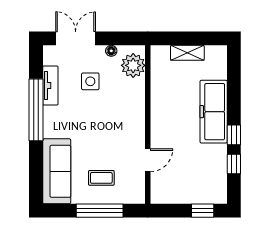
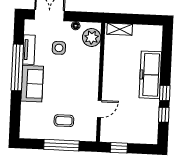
shelving: (187, 53) -> (120, 29), moved
sofa: (57, 171) -> (32, 84), moved, width x0.73
window: (203, 211) -> (119, 148), moved

